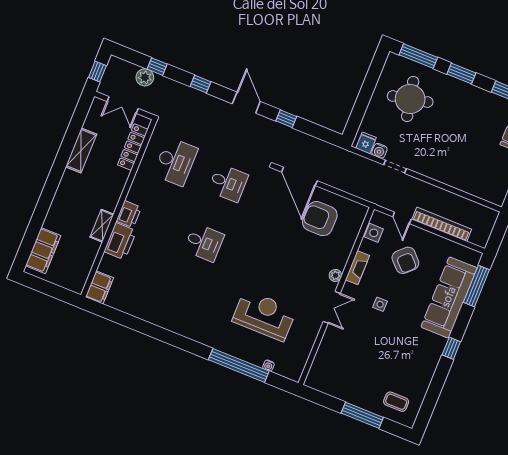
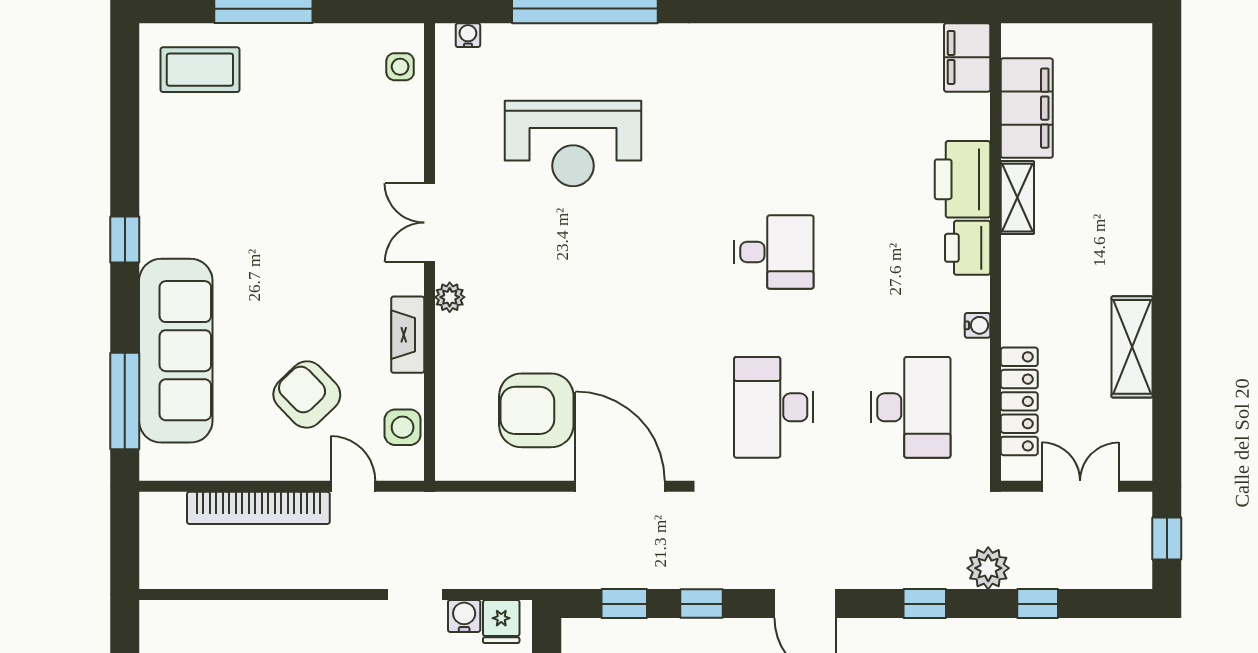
plant: (145, 77) -> (988, 568), moved
window: (316, 131) -> (624, 604), added
desk: (175, 162) -> (911, 407), turned 180
water cooler: (137, 183) -> (978, 325), added
desk: (228, 183) -> (774, 407), width x1.37
armchair: (320, 219) -> (536, 410), turned 180
desk: (204, 243) -> (774, 252), turned 180
filing cabinet: (43, 251) -> (1027, 108), moved, turned 180
side table: (380, 304) -> (400, 67), moved
water cooler: (268, 366) -> (468, 35), moved
coffee table: (396, 402) -> (200, 70), width x1.36, depth x1.30

